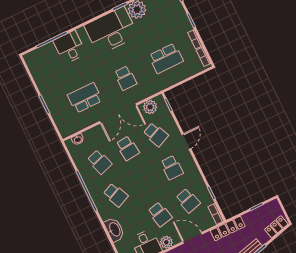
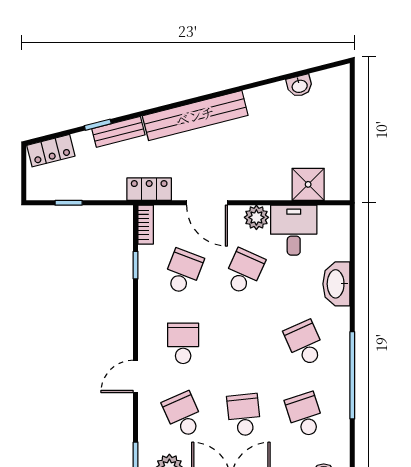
school desk: (188, 201) -> (183, 272), turned 36
school desk: (160, 214) -> (244, 272), turned 36
locker: (228, 228) -> (149, 189), width x0.66

